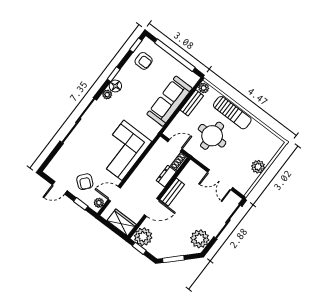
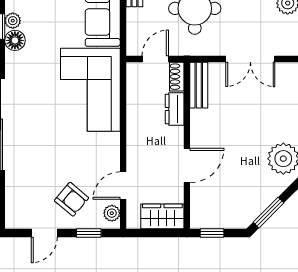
plant: (107, 95) -> (13, 21), moved
corner sofa: (123, 150) -> (90, 90), moved
bench: (172, 192) -> (199, 85), moved
plant: (143, 237) -> (205, 213), removed

